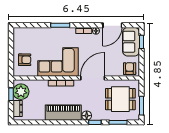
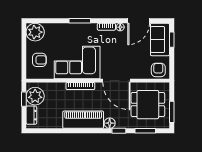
plant: (21, 35) -> (35, 32), added
door: (93, 78) -> (116, 81), swing flipped

